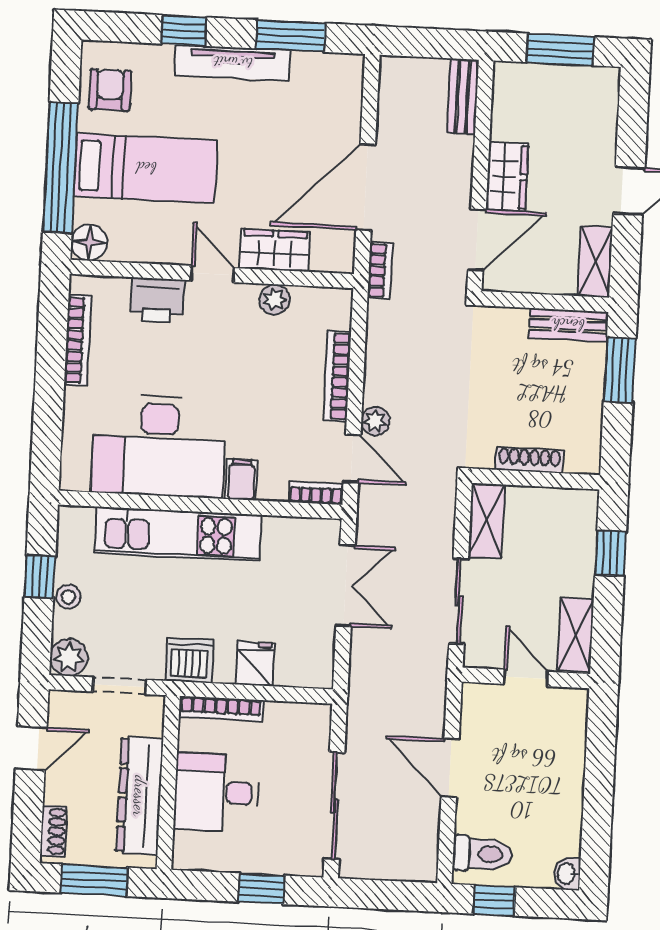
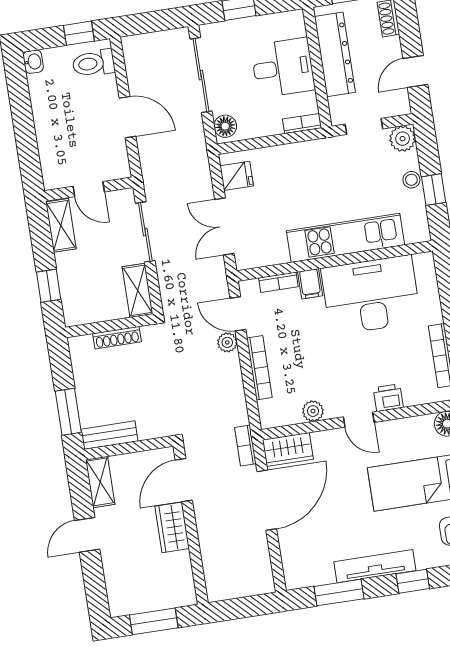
bench: (463, 96) -> (214, 576), removed
wardrobe: (275, 250) -> (288, 450), moved
printer: (157, 300) -> (388, 398), width x0.73, depth x0.81
bookcase: (316, 493) -> (278, 282), moved
dishwasher: (189, 660) -> (320, 153), removed
fridge: (255, 664) -> (237, 176), moved, turned -90
bookcase: (221, 709) -> (302, 124), width x0.64
floor lamp: (315, 727) -> (225, 126), added

